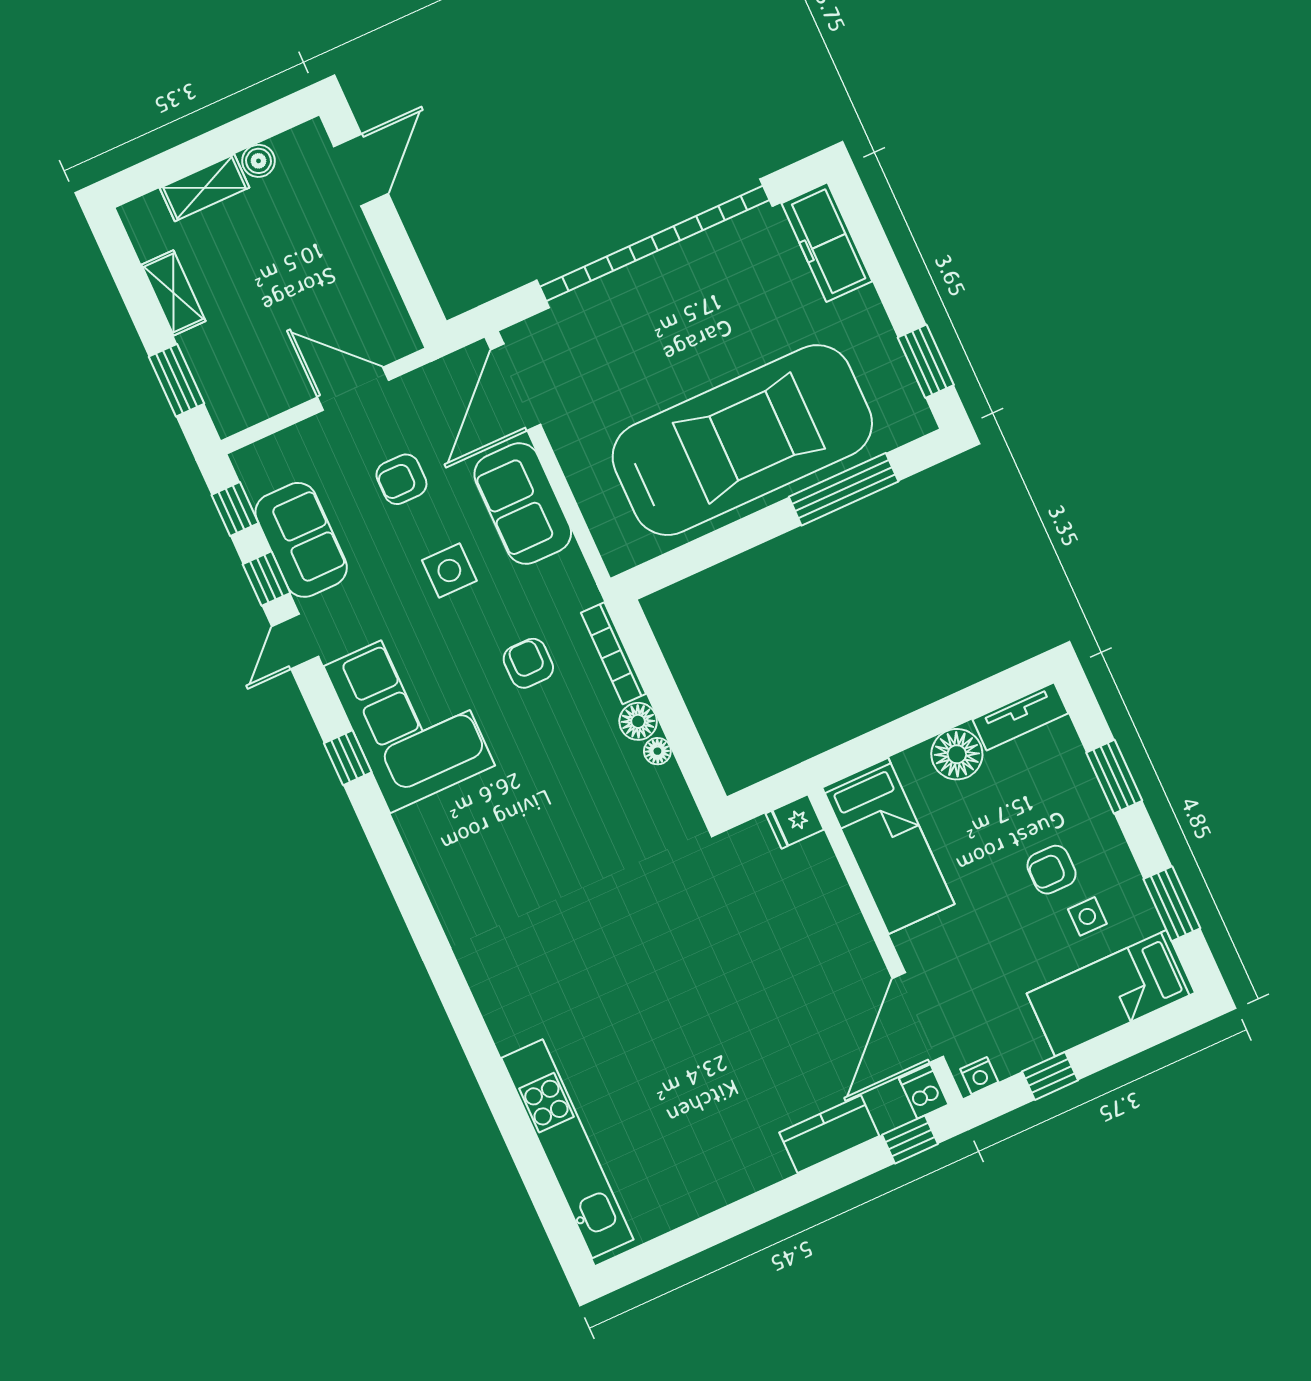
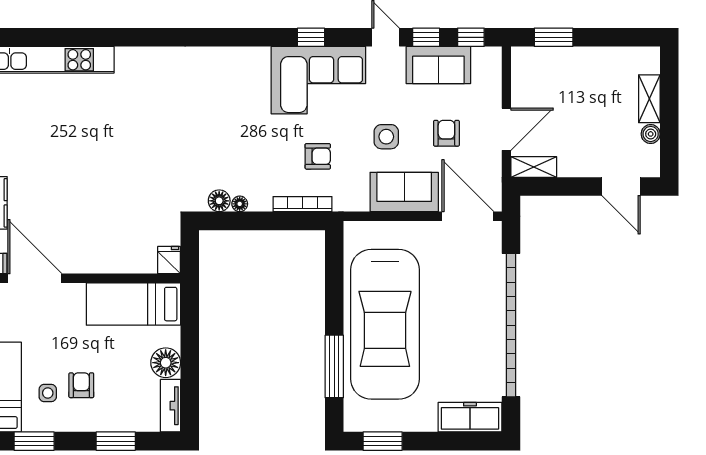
shelving: (173, 293) -> (534, 167), moved
floor lamp: (638, 721) -> (219, 201), moved

